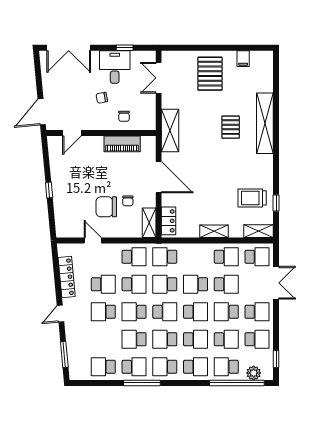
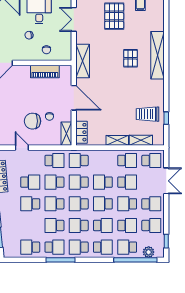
shelving: (259, 231) -> (141, 140), moved
school desk: (134, 284) -> (54, 182), turned 180
school desk: (165, 312) -> (79, 204), turned 180
school desk: (196, 312) -> (103, 204), turned 180

